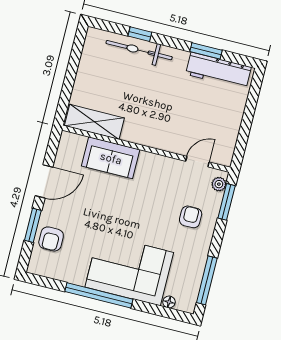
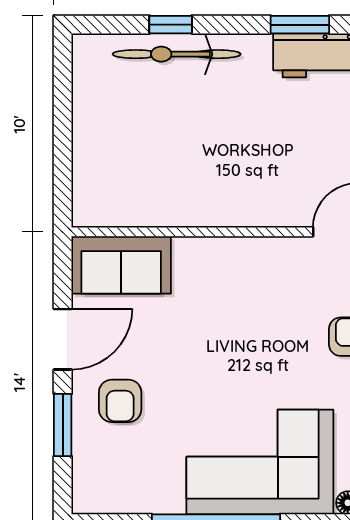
shelving: (94, 122) -> (128, 206), removed
sofa: (111, 158) -> (121, 265), moved
armchair: (51, 239) -> (120, 401), moved

